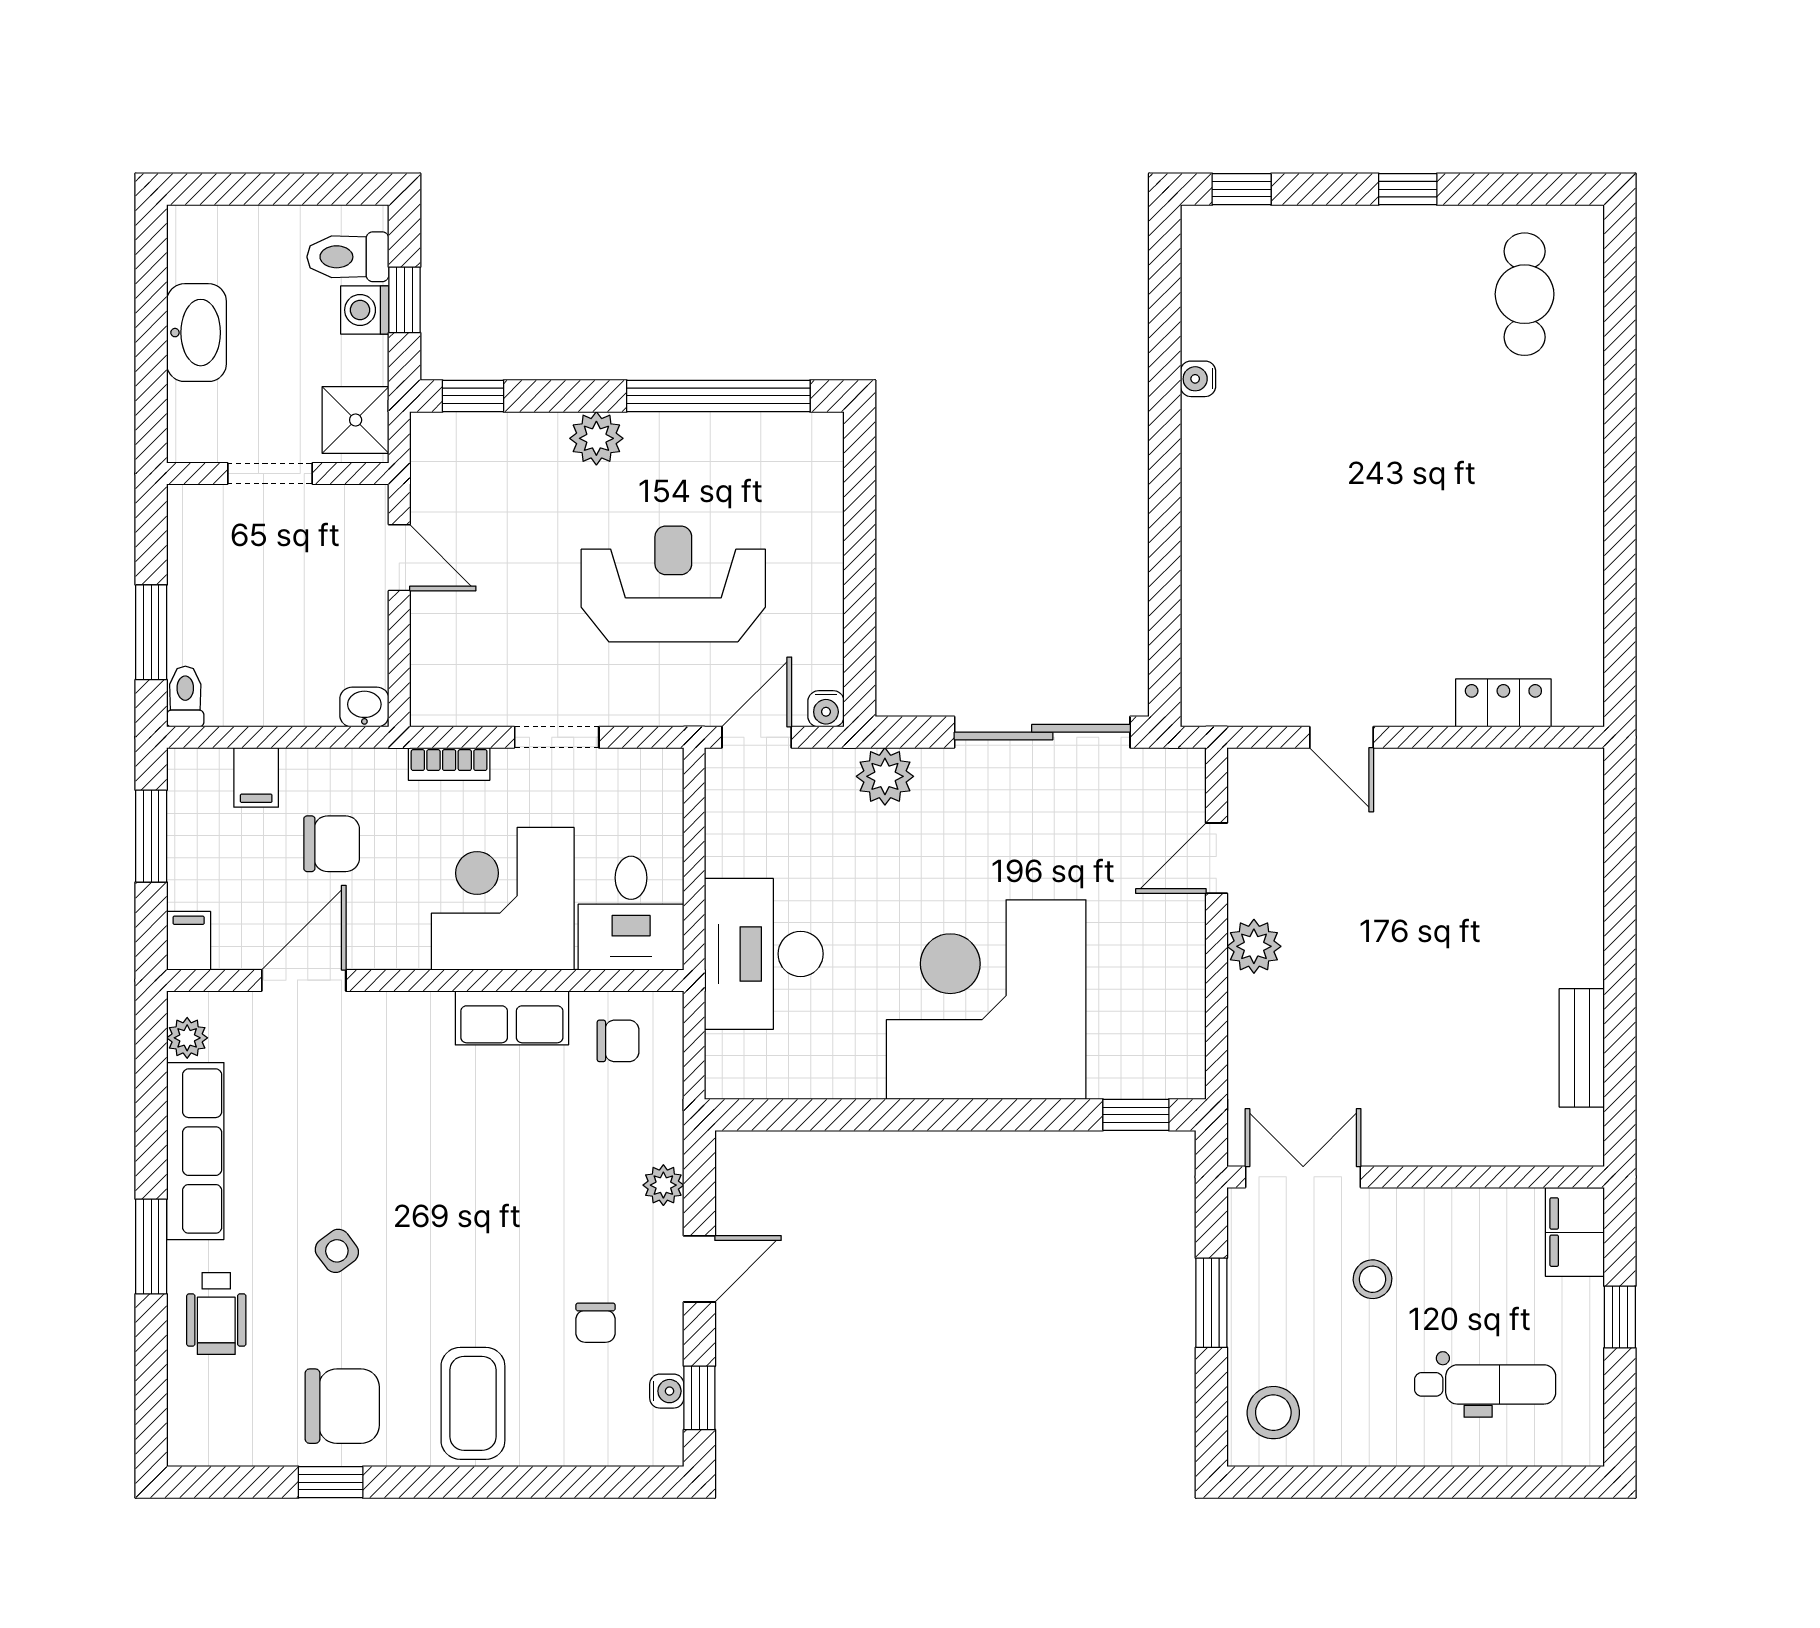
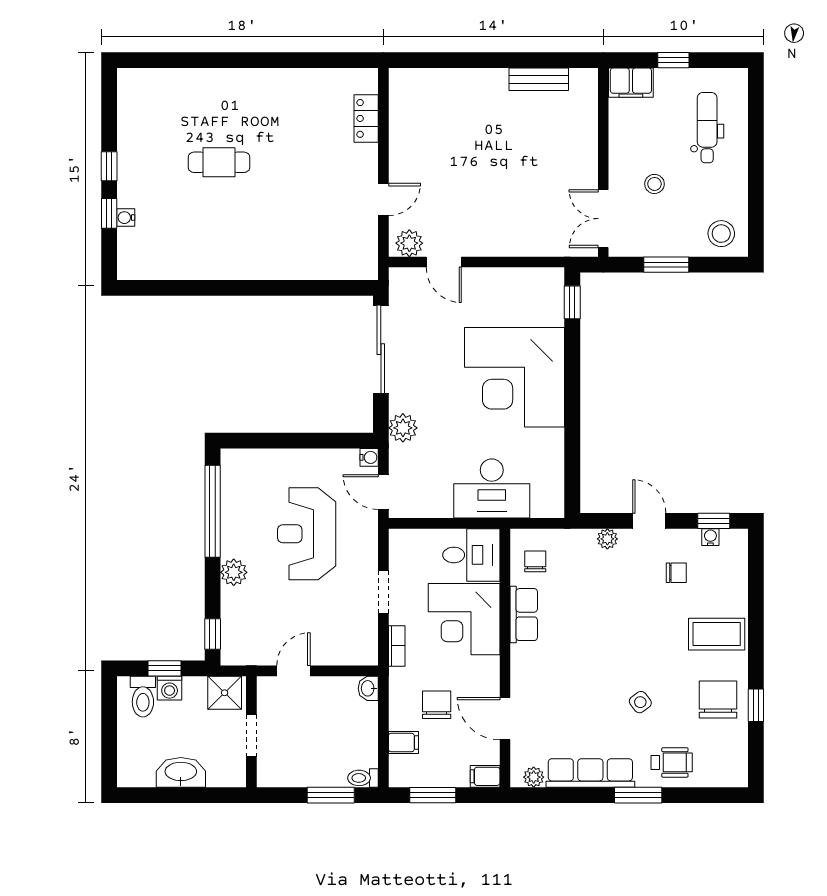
window: (1242, 189) -> (109, 213), moved
cafe table: (1525, 294) -> (219, 162), moved
water cooler: (1198, 379) -> (126, 218), moved, turned 90
plant: (1254, 946) -> (409, 243), moved

